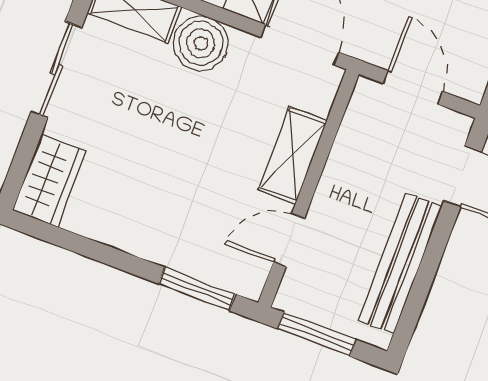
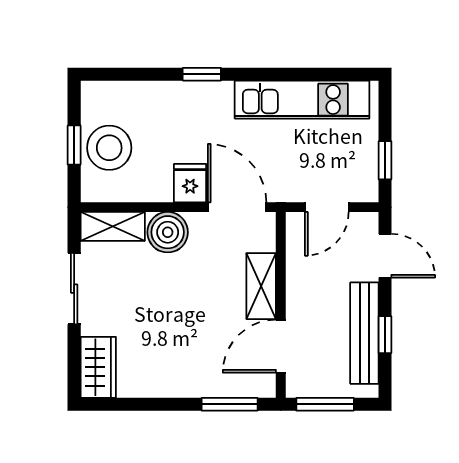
door: (413, 87) -> (327, 207), swing flipped
door: (289, 240) -> (281, 346), width x1.38
window: (425, 275) -> (385, 335), added

